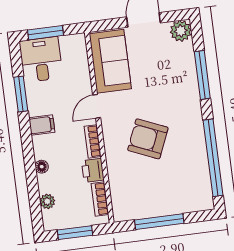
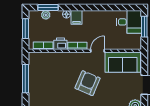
window: (21, 94) -> (48, 8), moved
door: (97, 106) -> (97, 51), hinge flipped
filing cabinet: (42, 125) -> (77, 17), moved
armchair: (148, 139) -> (88, 83), moved

